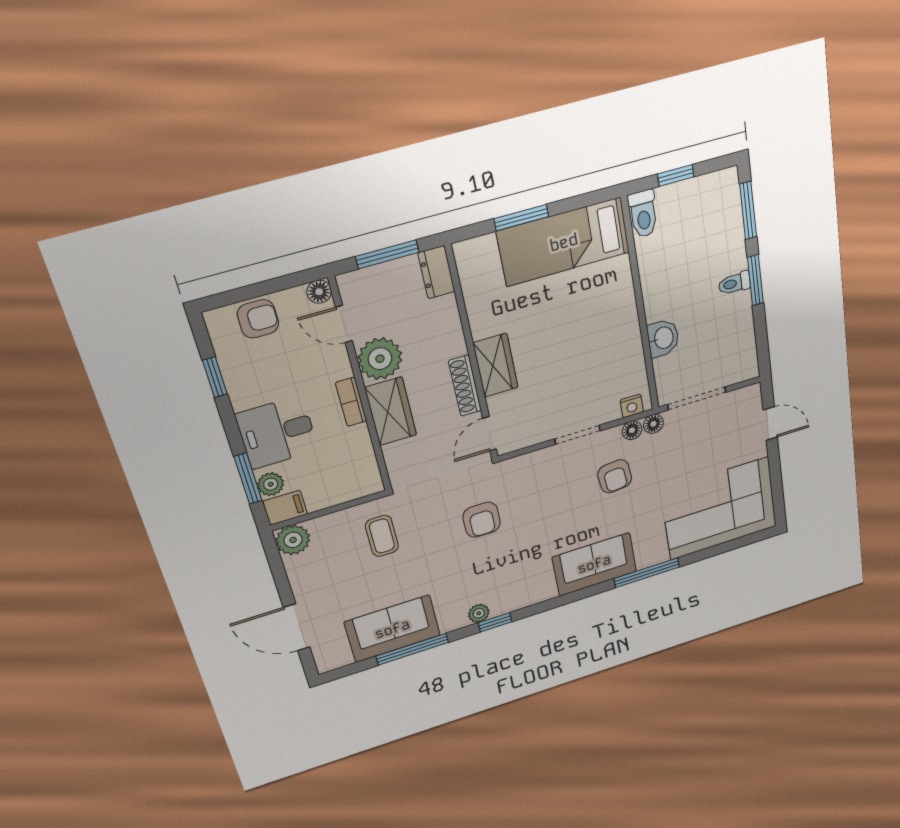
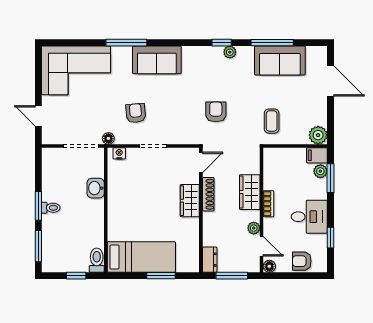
plant: (380, 359) -> (254, 228), width x0.53, depth x0.53
floor lamp: (632, 430) -> (121, 139), removed
desk: (277, 432) -> (309, 217), moved

